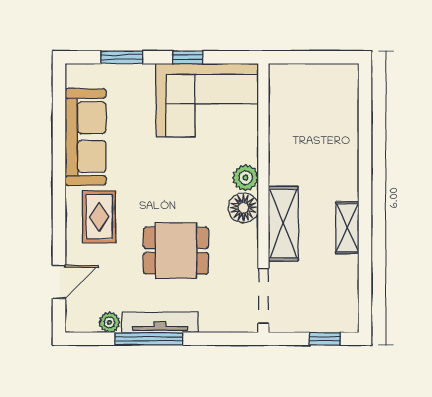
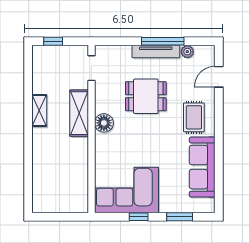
plant: (245, 178) -> (103, 142), removed
doorway: (263, 296) -> (91, 68), width x0.73

